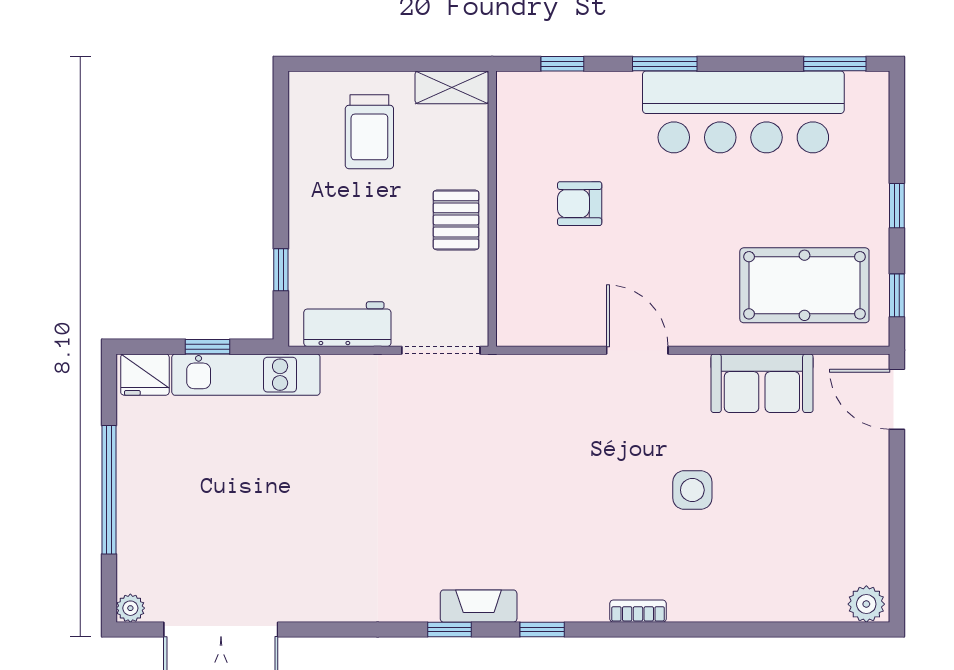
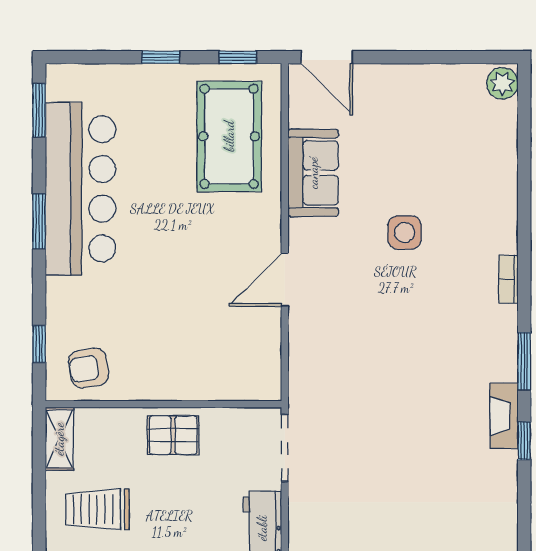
window: (665, 64) -> (39, 221), moved
trolley: (369, 132) -> (97, 509), turned 180
armchair: (580, 204) -> (89, 368), moved, turned 80
door: (897, 399) -> (327, 57), hinge flipped
window: (542, 630) -> (524, 361), width x1.50

